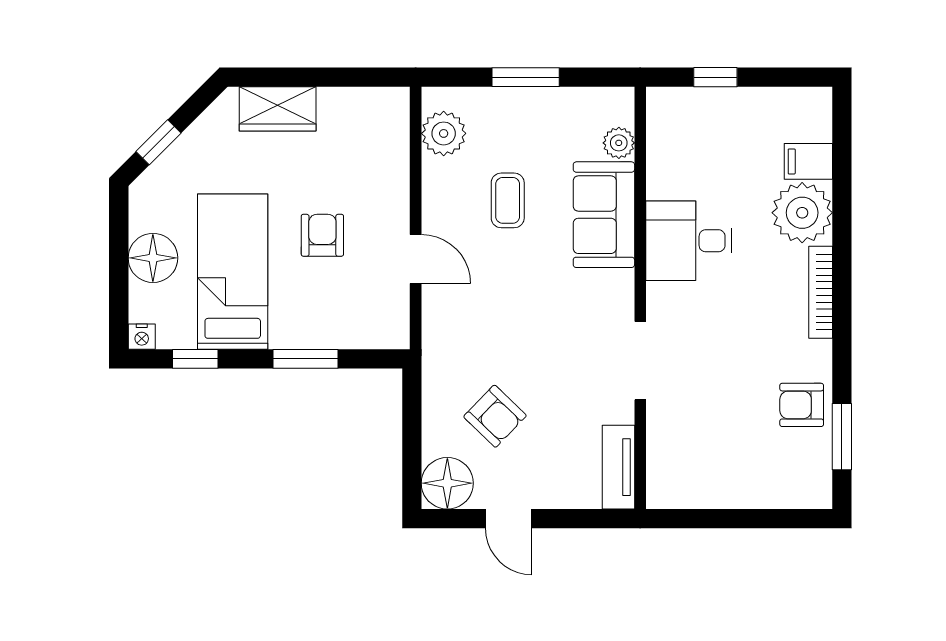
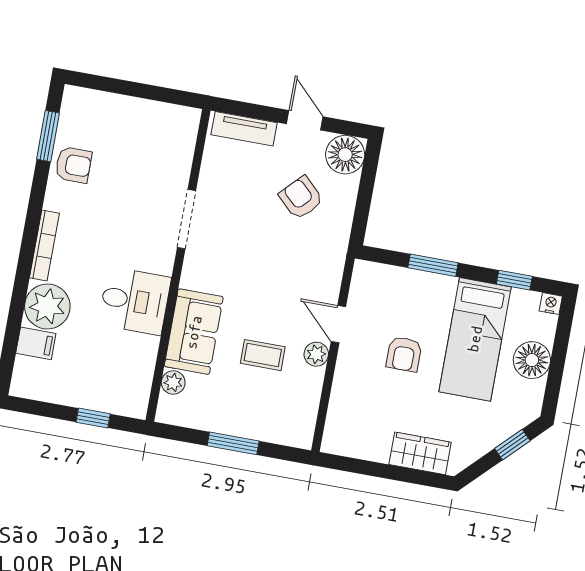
plant: (444, 133) -> (316, 354), moved, width x0.73, depth x0.73
coffee table: (508, 200) -> (263, 355), turned 90
tv unit: (618, 467) -> (244, 129), moved, turned 90

